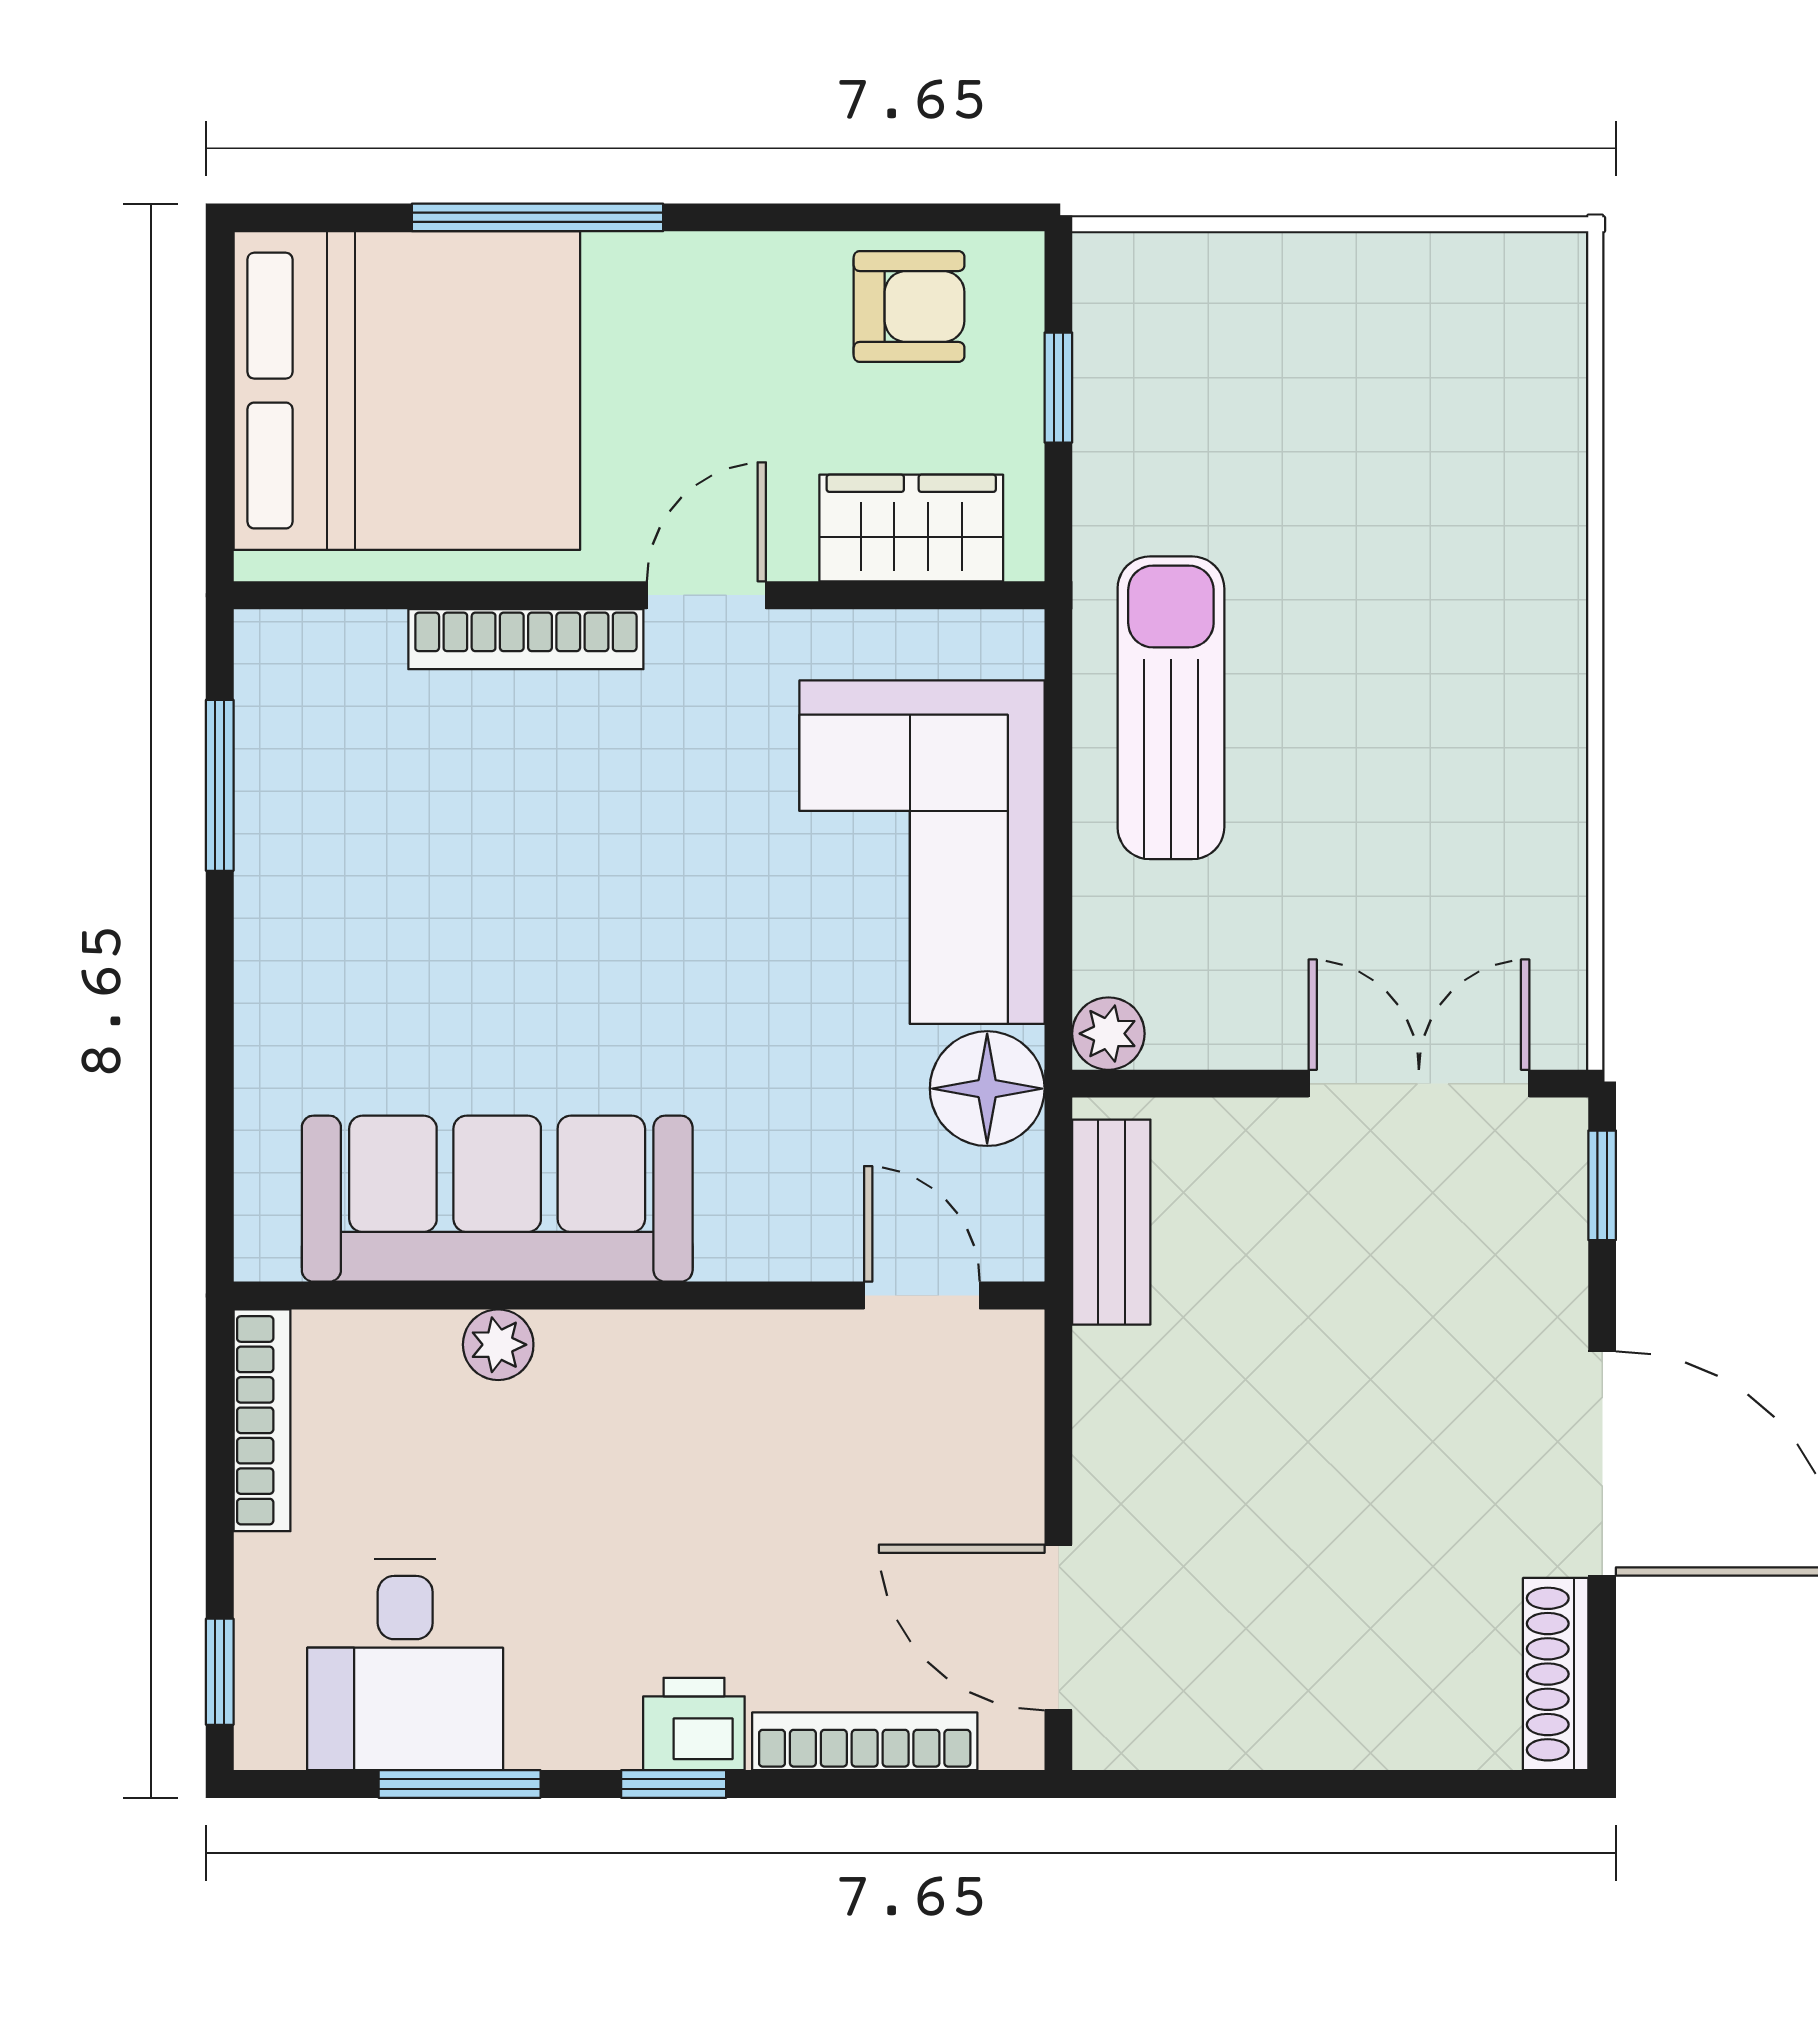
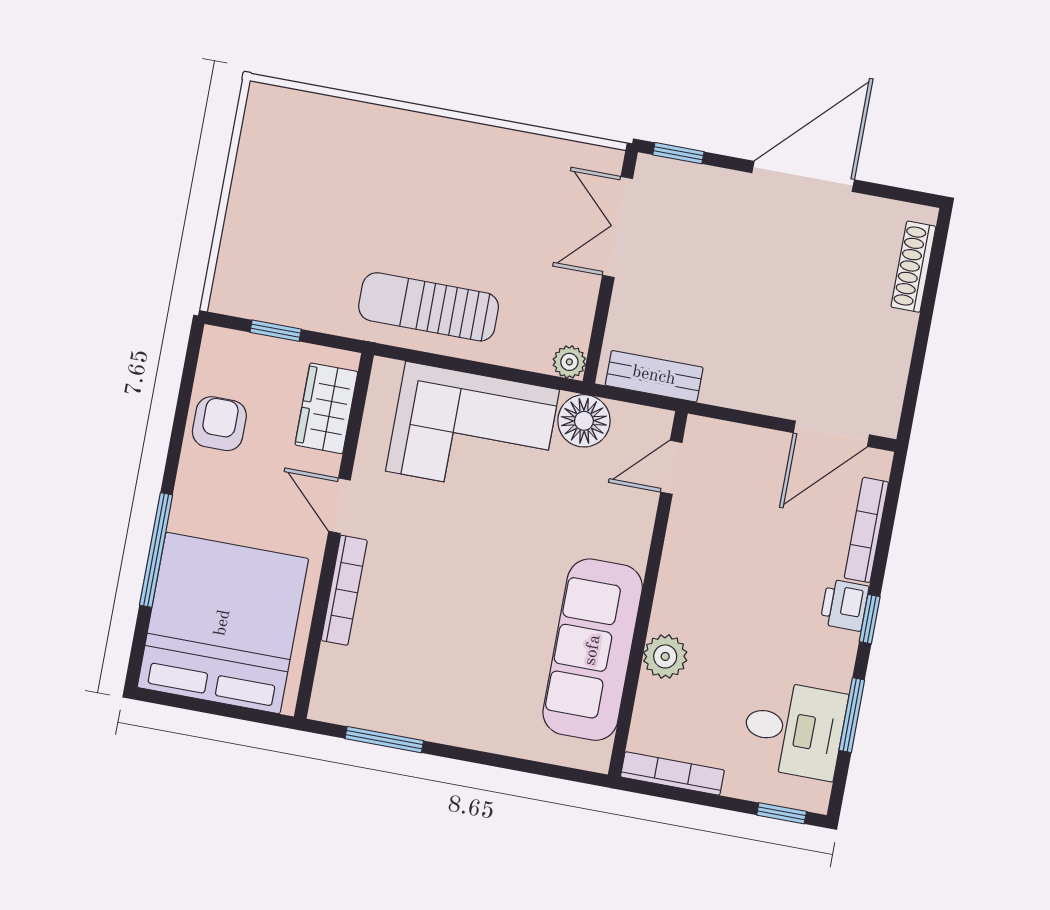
armchair: (909, 306) -> (219, 424), moved
plant: (498, 1345) -> (665, 656), width x1.38, depth x1.38
shoe rack: (1556, 1674) -> (913, 267), moved, turned 90

